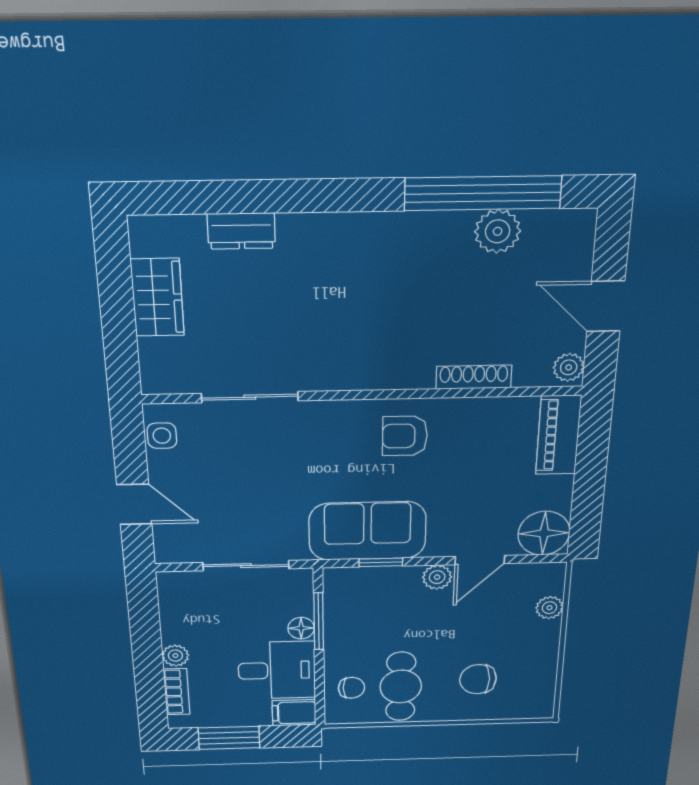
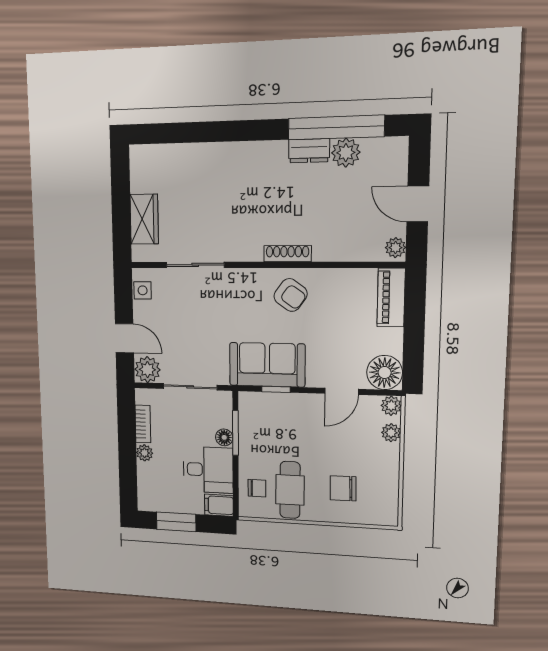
dresser: (241, 231) -> (309, 151), moved
wardrobe: (157, 297) -> (144, 219), moved
shoe rack: (474, 377) -> (287, 254), moved
armchair: (405, 436) -> (291, 295), turned -144
plant: (175, 546) -> (147, 370), added
plant: (437, 577) -> (391, 406), moved
bookcase: (177, 692) -> (143, 424), moved

